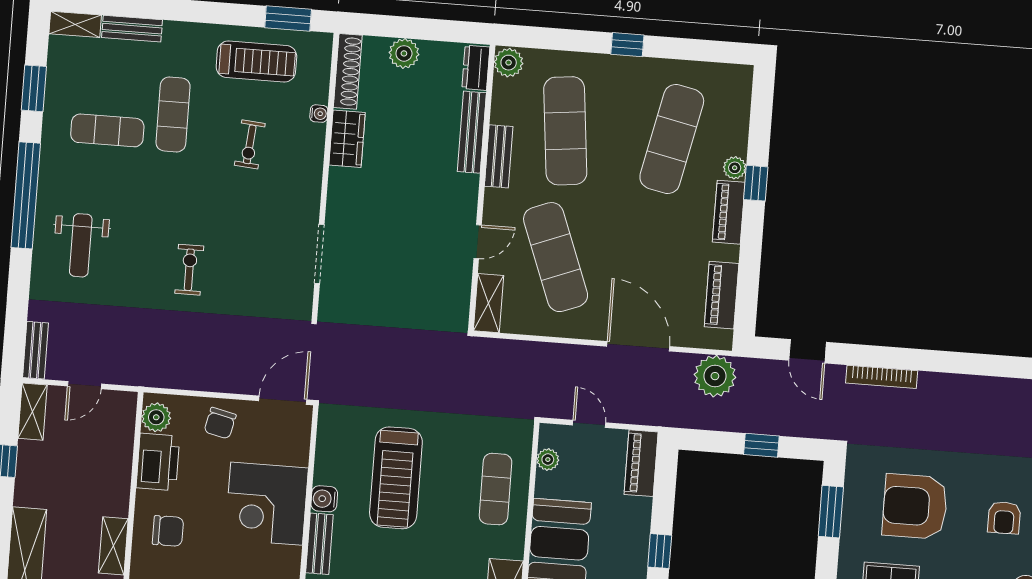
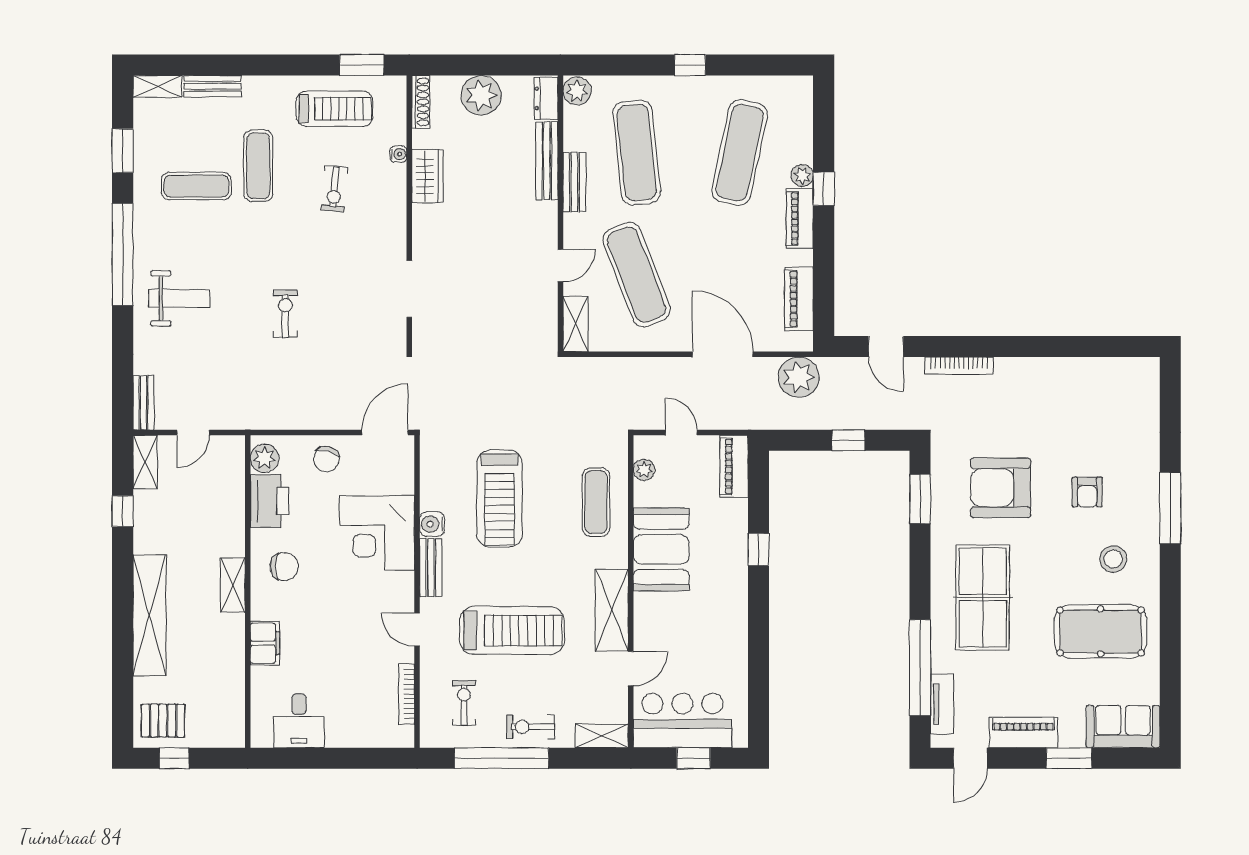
plant: (404, 53) -> (481, 95), width x1.36, depth x1.36
shoe rack: (348, 71) -> (421, 102), width x0.74, depth x0.81
weight bench: (81, 245) -> (179, 298), turned -90

